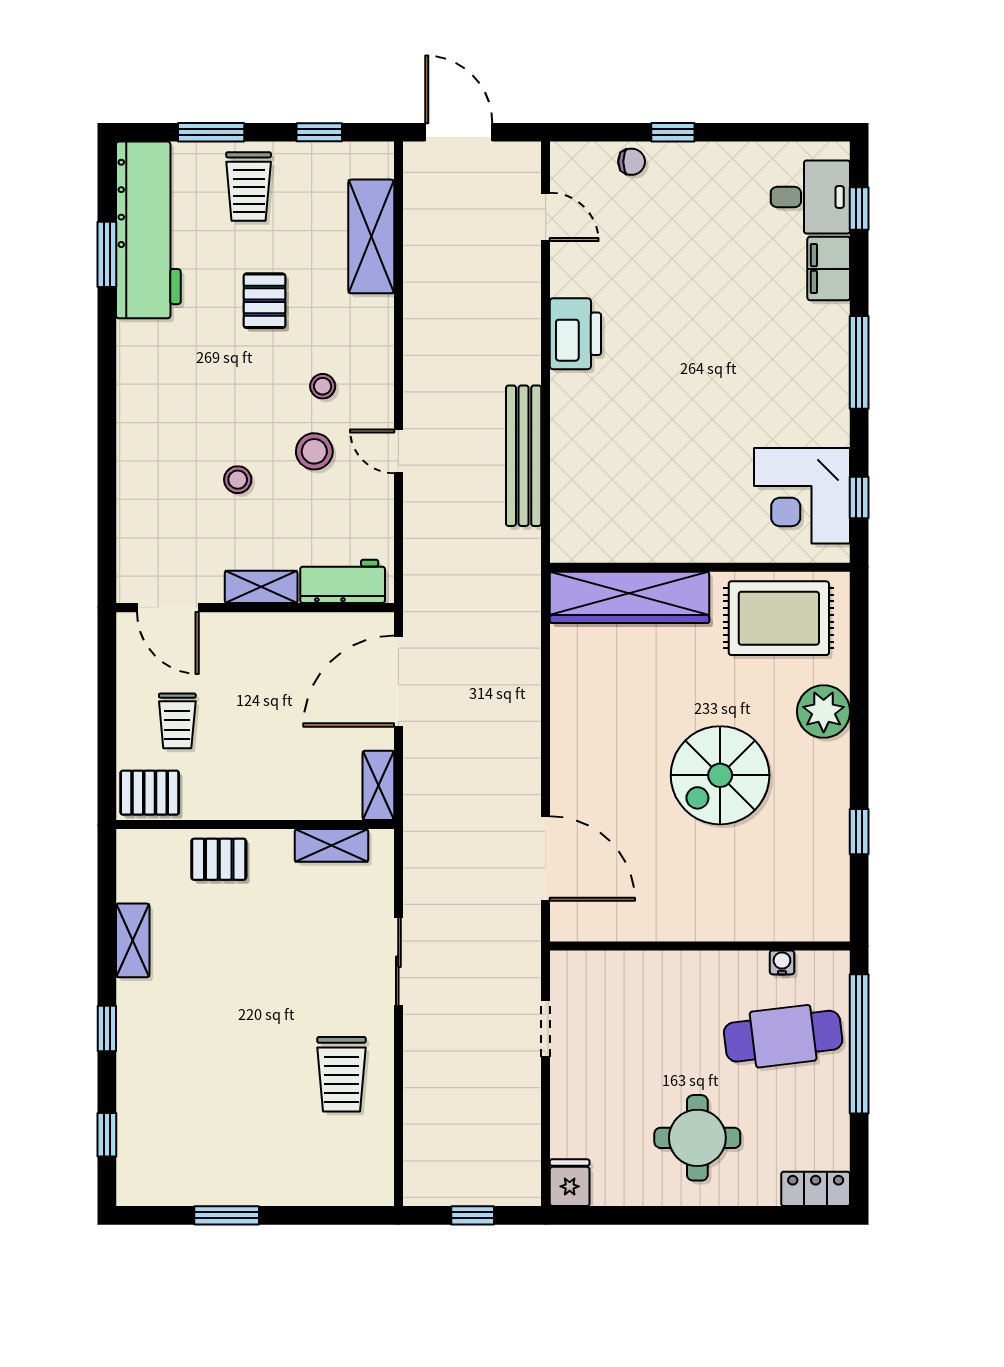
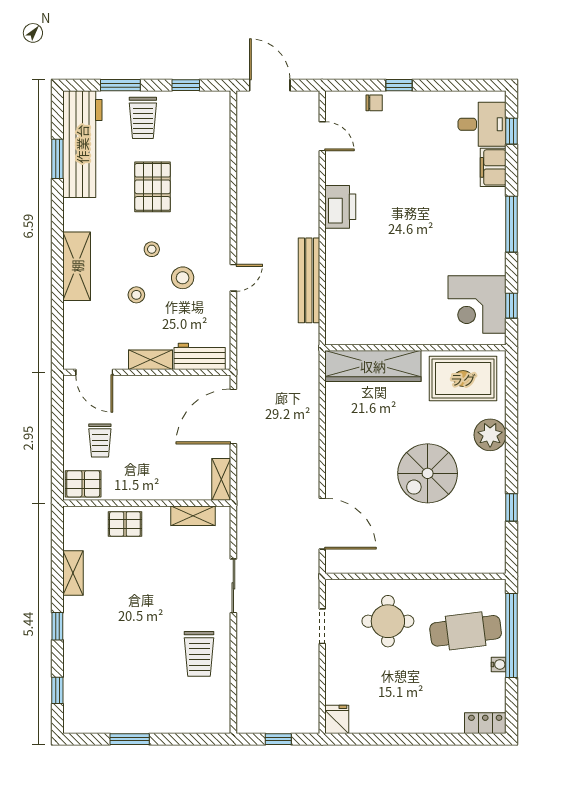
shelving: (371, 236) -> (77, 266), moved
pallet: (265, 301) -> (153, 187), width x1.50, depth x1.42
stool: (323, 386) -> (152, 249), moved
door: (398, 451) -> (233, 278), swing flipped
water cooler: (782, 962) -> (499, 664), moved, turned 90
round table: (697, 1138) -> (388, 621), moved

